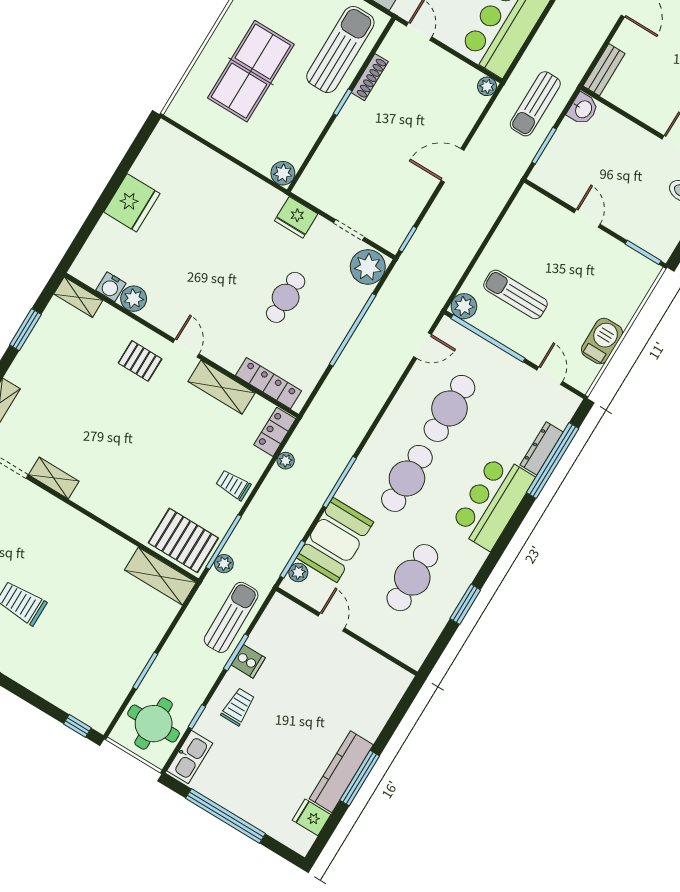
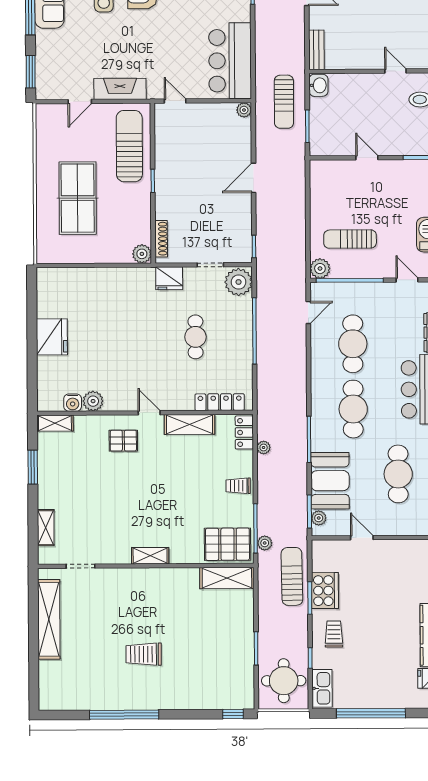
shoe rack: (370, 77) -> (161, 239), moved
shelving: (54, 478) -> (150, 556), moved
cooker: (248, 661) -> (325, 591), width x1.87, depth x1.31

